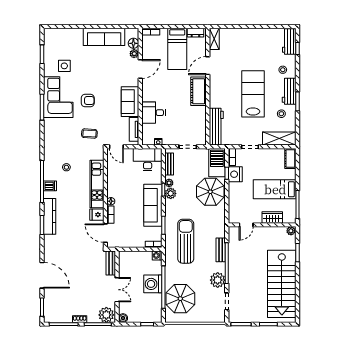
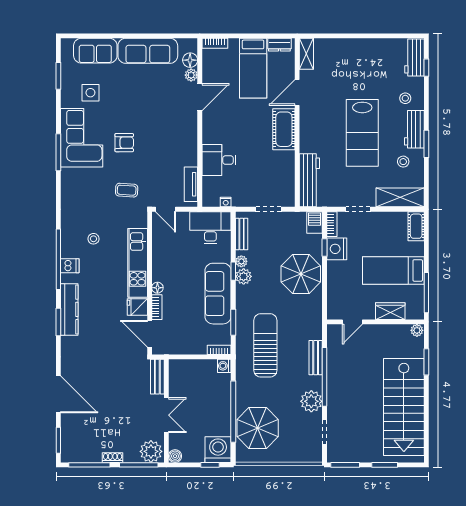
lab bench: (253, 94) -> (362, 133), turned 180
sofa: (130, 102) -> (95, 51), moved, turned -90
barbecue: (217, 163) -> (314, 222), width x0.53, depth x0.65
washing machine: (153, 284) -> (218, 450), moved, turned 90

